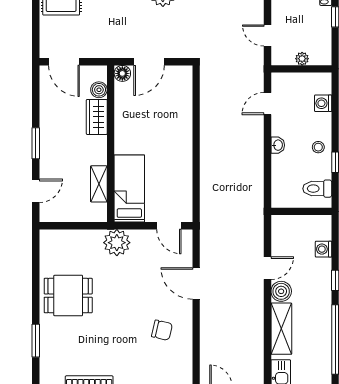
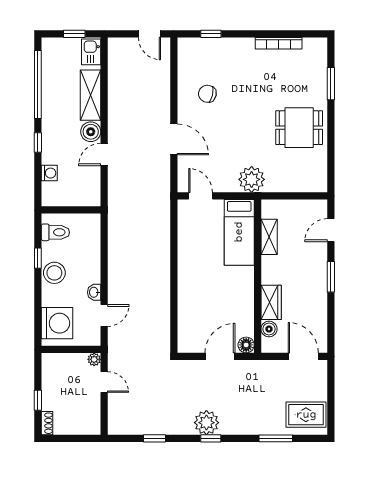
plant: (302, 59) -> (94, 359), moved
washing machine: (323, 103) -> (57, 323), width x1.89, depth x1.89
washbasin: (278, 145) -> (94, 292), moved
stool: (318, 147) -> (54, 273), width x1.89, depth x1.89

